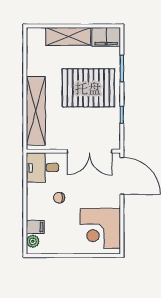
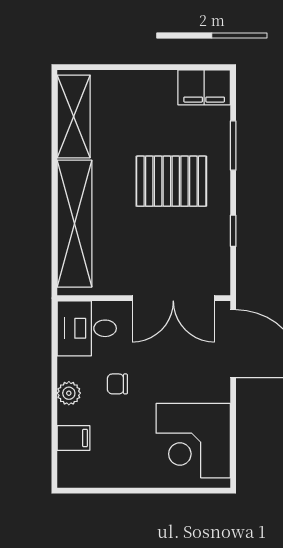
shelving: (68, 36) -> (74, 116), moved, turned 90
pallet: (88, 88) -> (171, 181), width x0.73, depth x0.71
plant: (33, 241) -> (69, 393), moved

